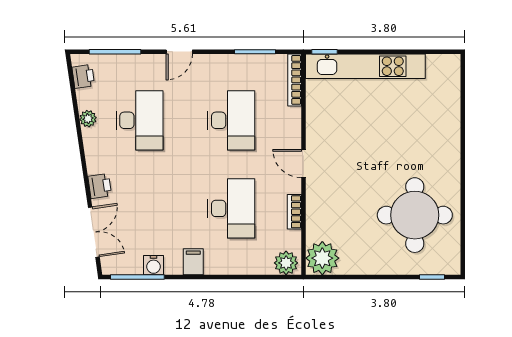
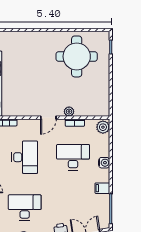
desk: (231, 120) -> (25, 157), turned 90
plant: (322, 258) -> (69, 112), moved, width x0.53, depth x0.53
filing cabinet: (193, 262) -> (102, 188), moved
water cooler: (153, 265) -> (104, 163), moved

